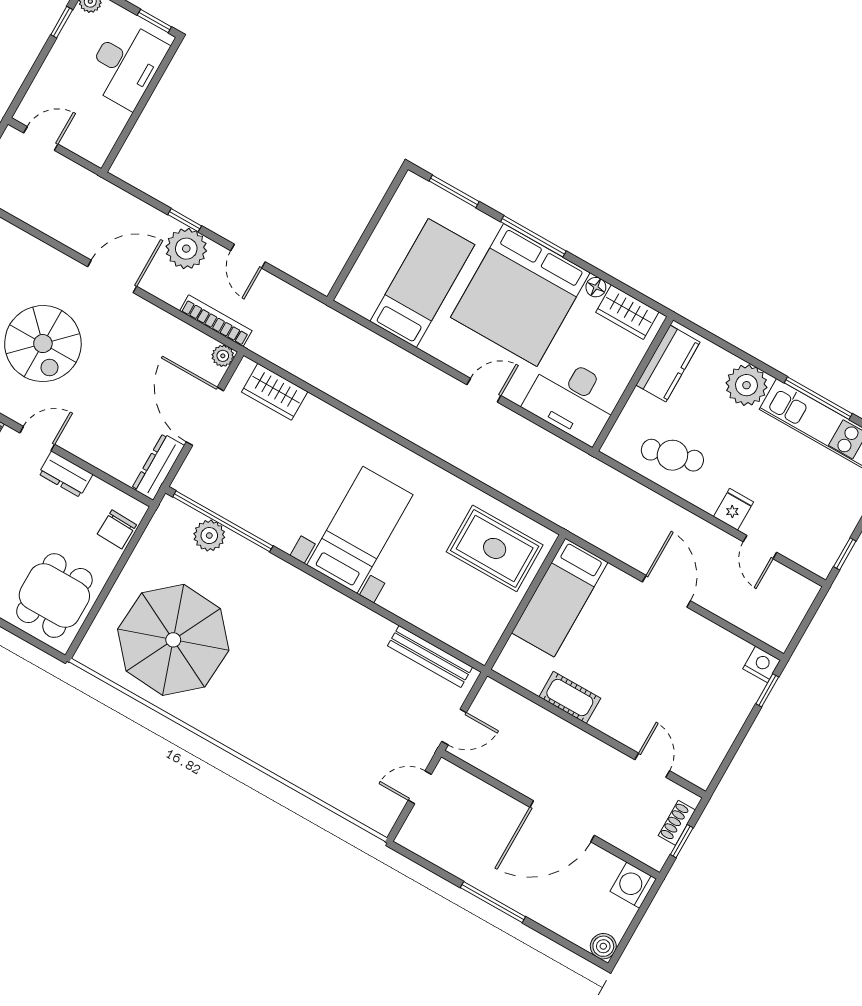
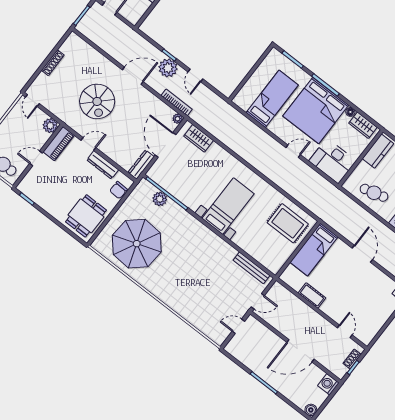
dresser: (66, 474) -> (103, 165), width x1.44

